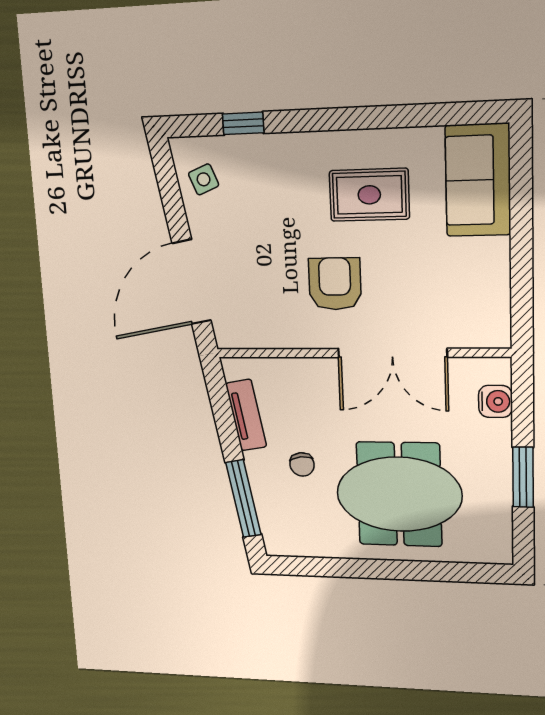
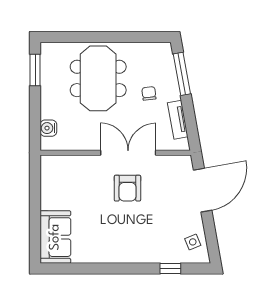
rug: (369, 195) -> (108, 232), removed
double door: (392, 353) -> (128, 153), moved
window: (523, 477) -> (35, 70), moved
meeting table: (399, 494) -> (98, 78), turned 90

